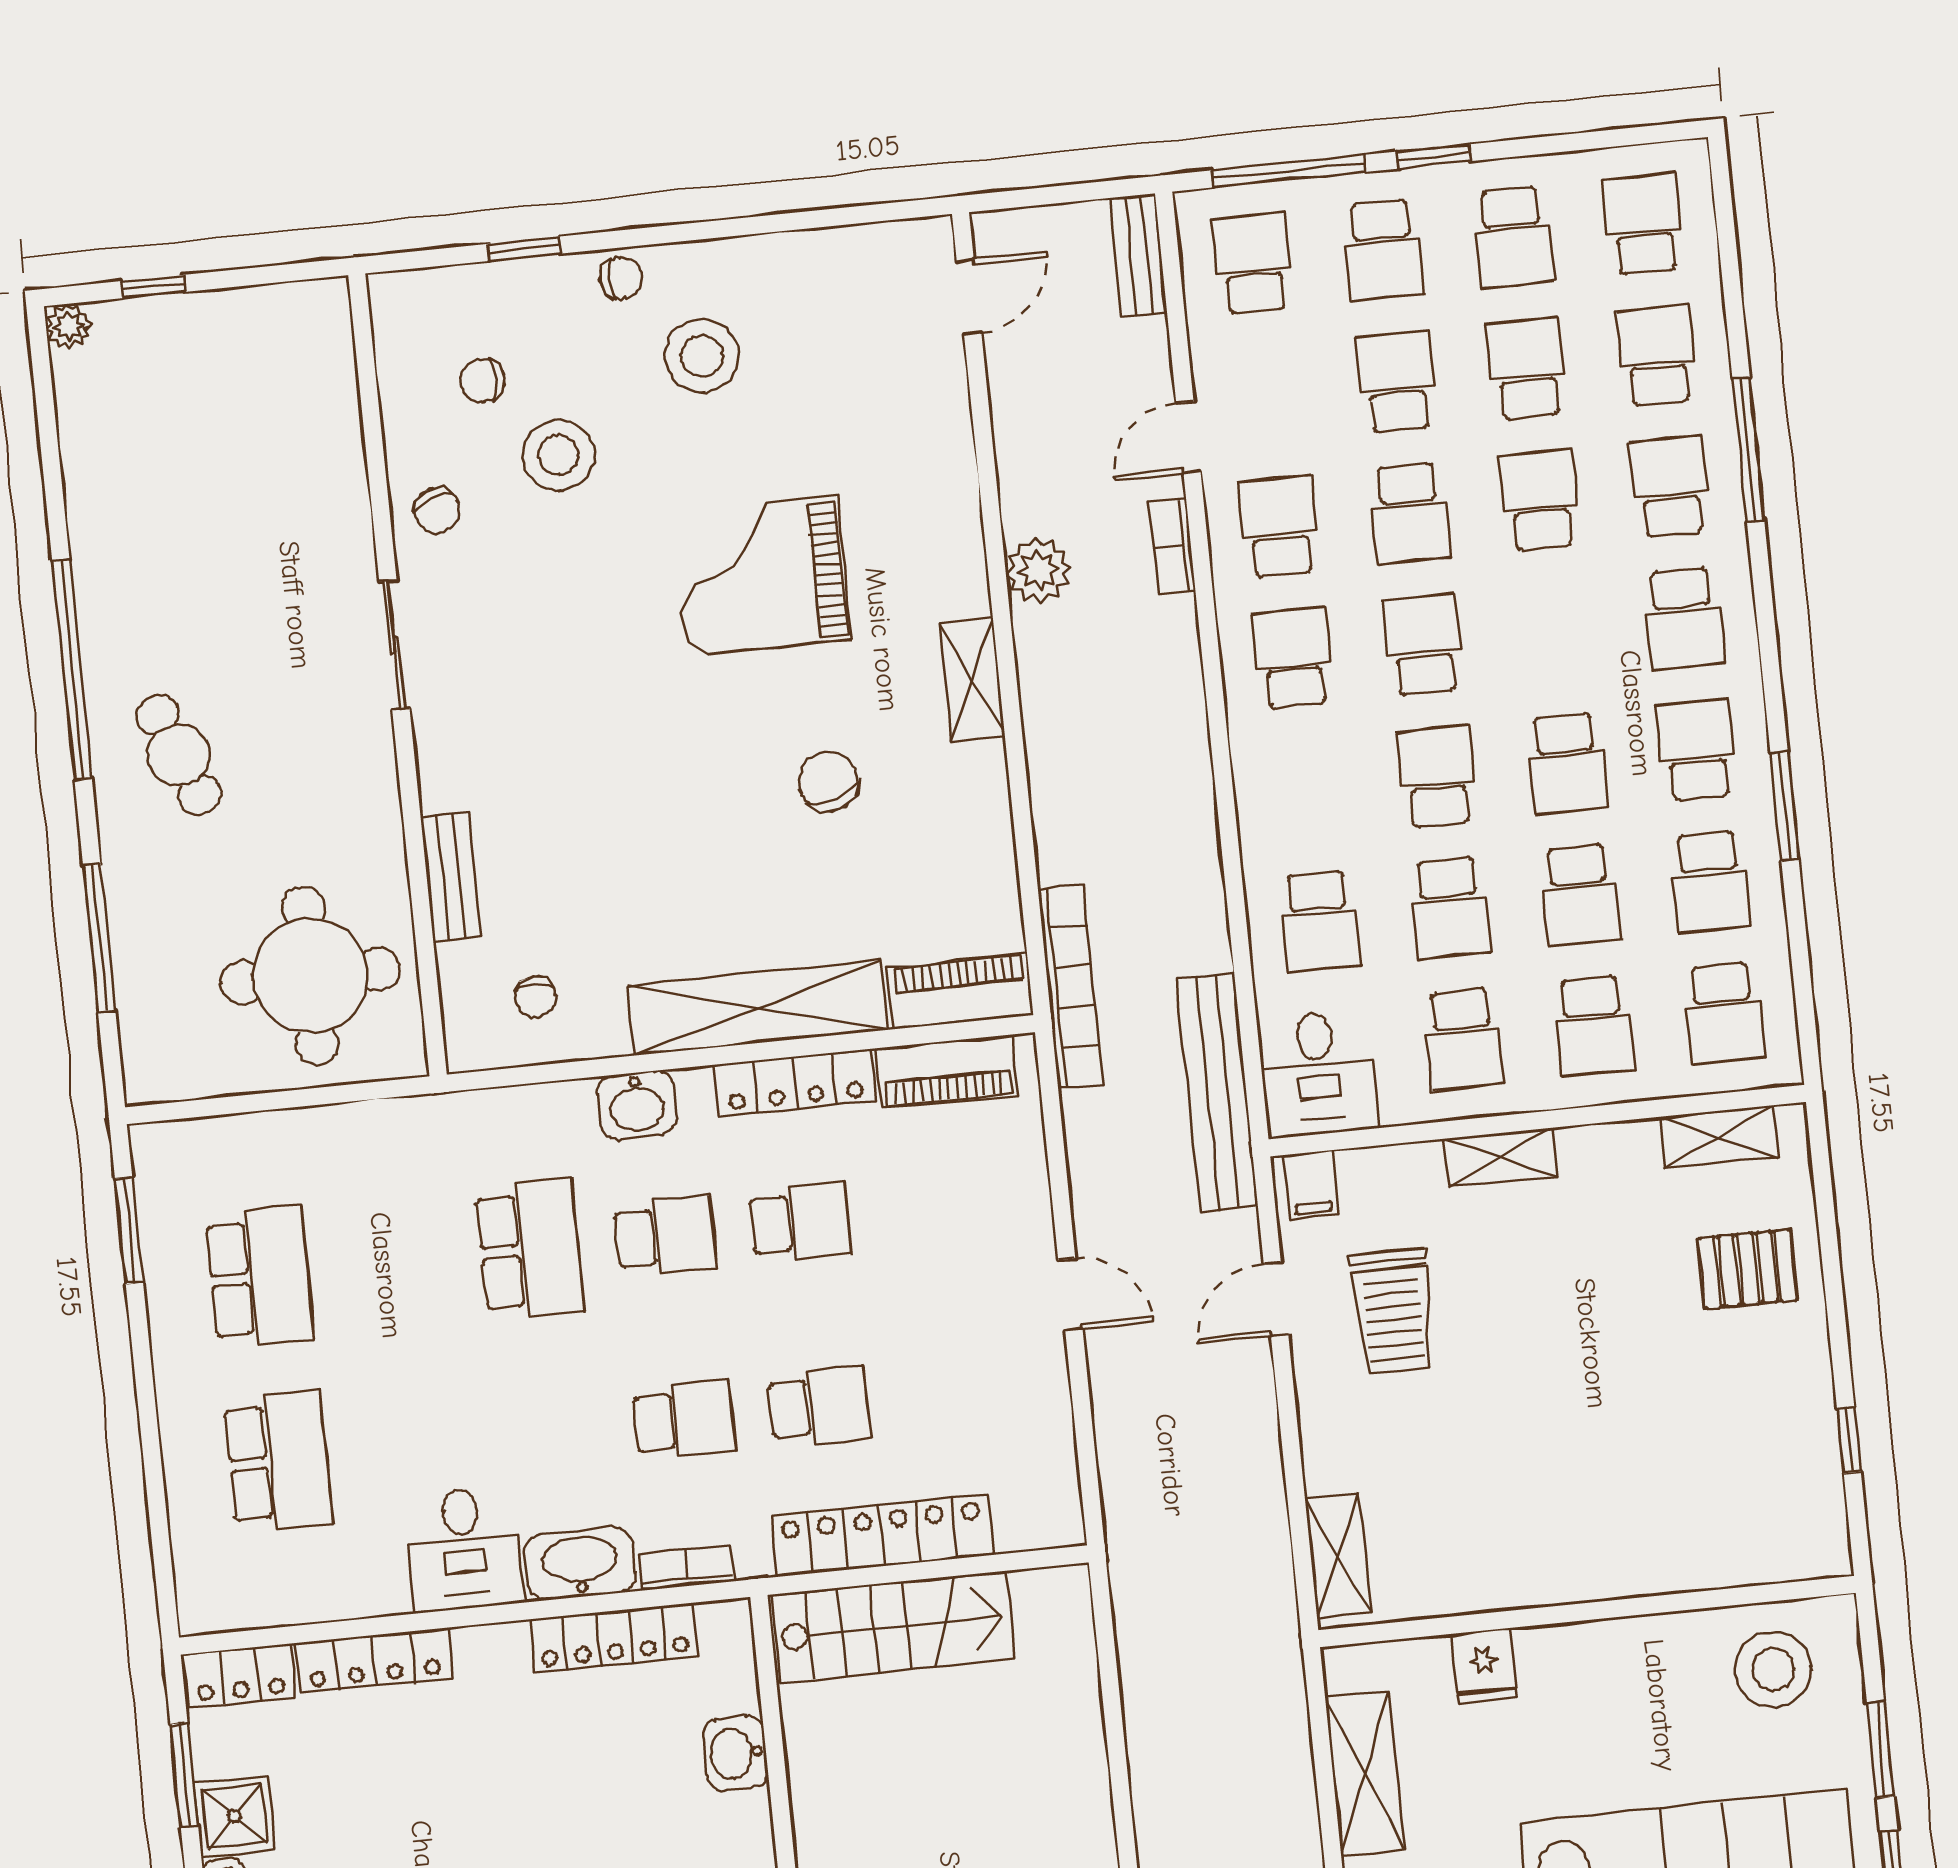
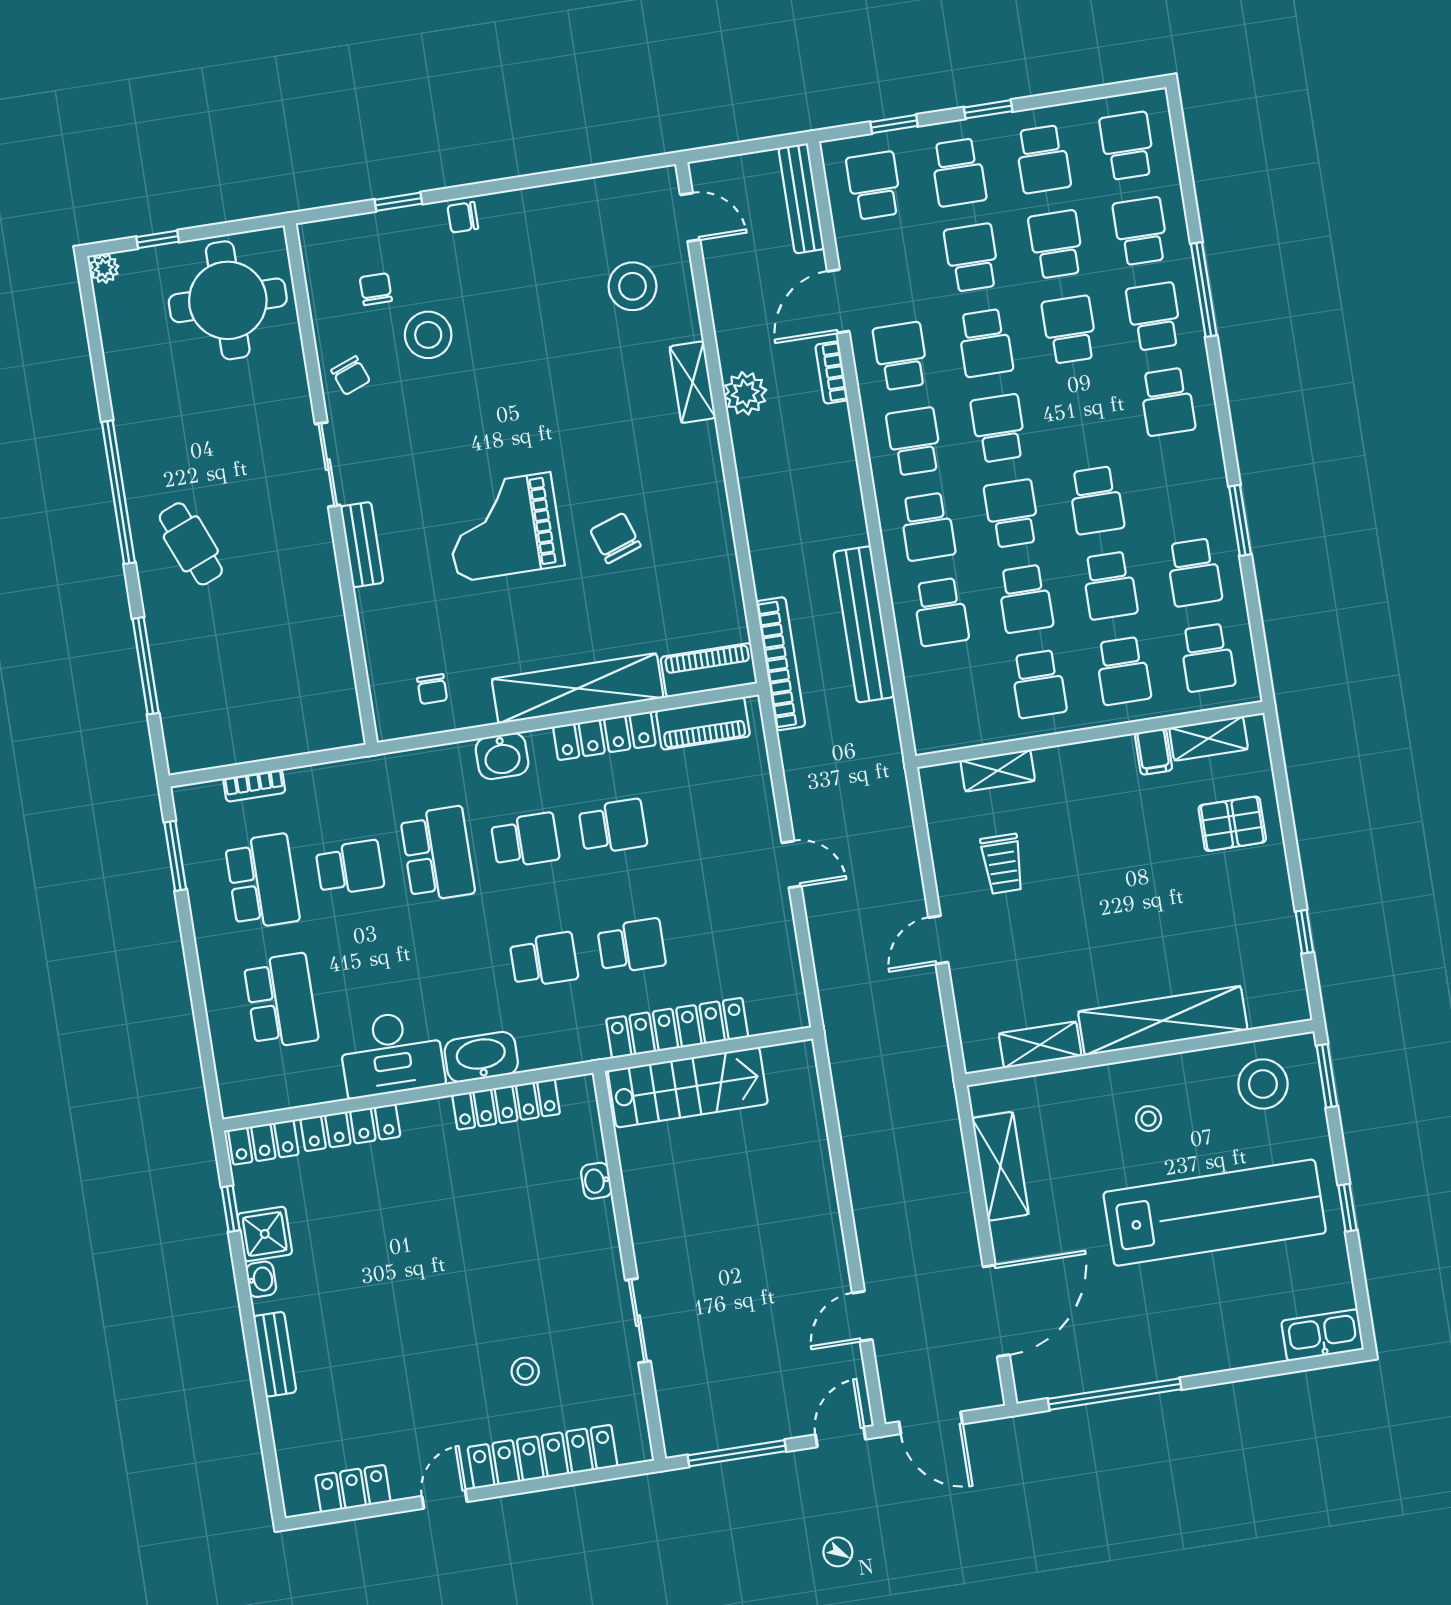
window: (1289, 171) -> (894, 124), width x0.46
bench: (1138, 255) -> (801, 198), width x1.36
chair: (622, 278) -> (463, 217), turned 180
door: (969, 297) -> (690, 217), hinge flipped
stool: (702, 356) -> (632, 286), moved
chair: (482, 381) -> (376, 289), turned 90
door: (1188, 437) -> (838, 301), width x1.38
grand piano: (761, 576) -> (504, 527), moved
shelving: (972, 680) -> (693, 382), moved
school desk: (1697, 750) -> (927, 527), moved, turned 180
bench: (451, 876) -> (362, 545), moved
round table: (310, 976) -> (228, 300), moved
desk: (1318, 1074) -> (945, 712), removed
bench: (1217, 1092) -> (864, 624), moved
shelving: (1501, 1157) -> (998, 771), moved
filing cabinet: (1311, 1185) -> (1154, 752), moved
school desk: (395, 1263) -> (350, 868), added
door: (1276, 1299) -> (938, 940), moved
trolley: (1393, 1311) -> (1002, 864), width x0.73, depth x0.72
desk: (464, 1549) -> (391, 1054), width x1.37
shelving: (1338, 1556) -> (1040, 1045), moved, turned 90
shelving: (1625, 1564) -> (1163, 1021), added
bookcase: (686, 1568) -> (254, 786), moved, turned 180
fridge: (1484, 1666) -> (1074, 1092), removed
stool: (1595, 1713) -> (1149, 1119), added
window: (1880, 1750) -> (1327, 1076), moved
washbasin: (735, 1753) -> (596, 1181), width x0.72, depth x0.69
window: (184, 1775) -> (231, 1209), width x0.67

